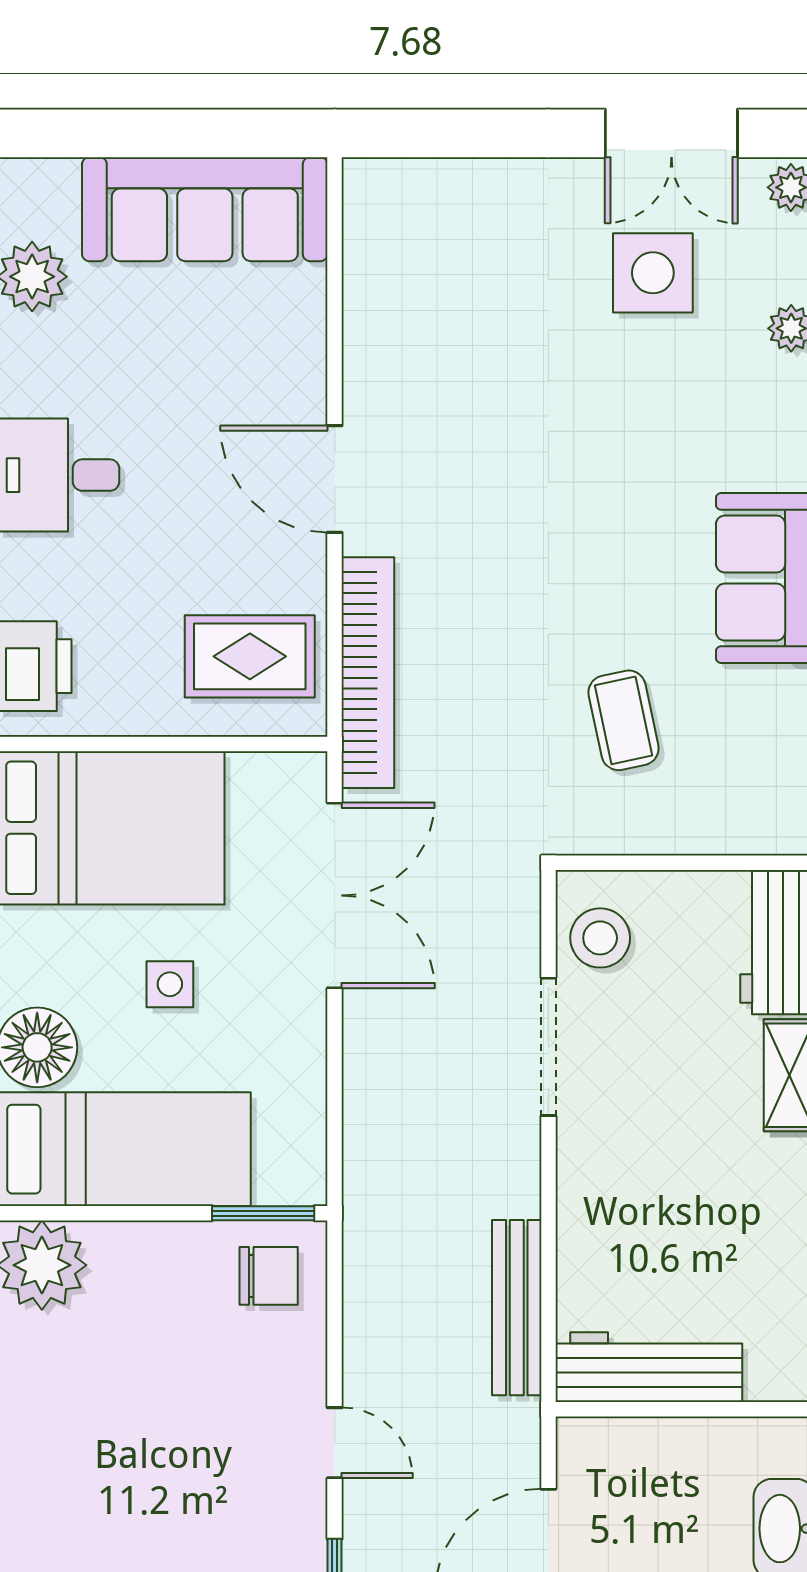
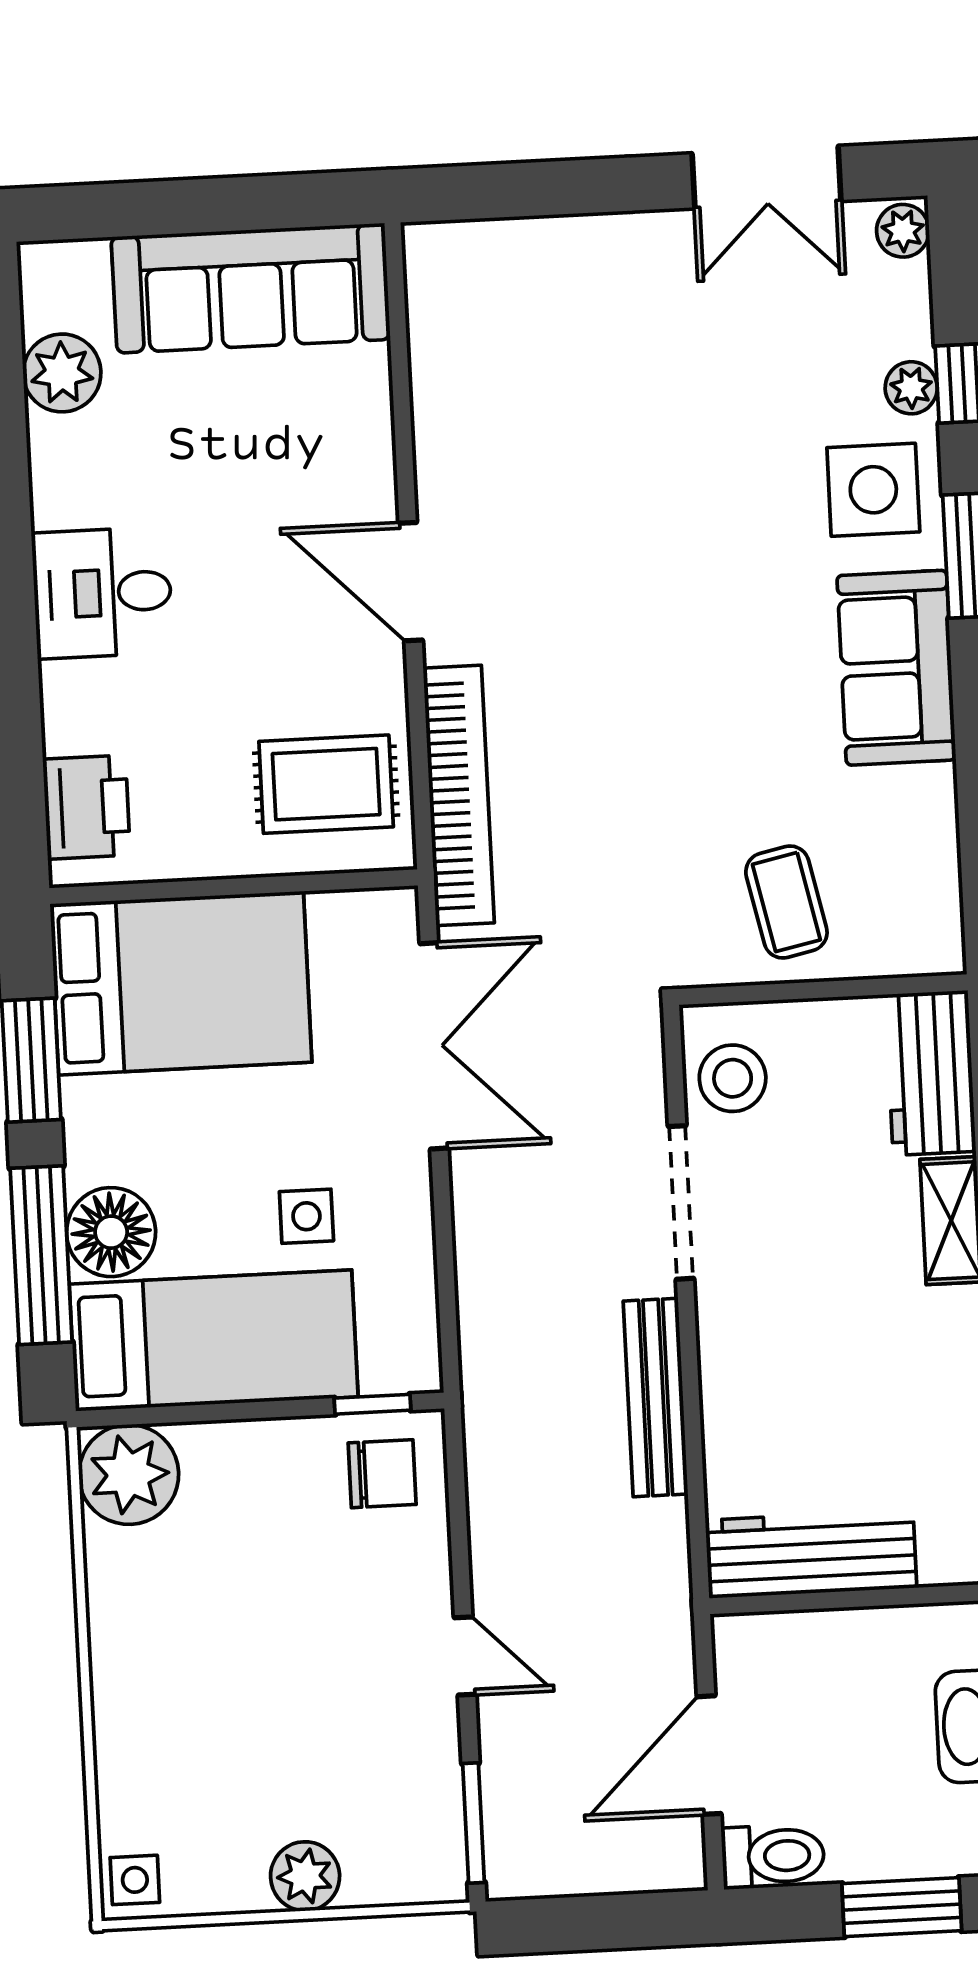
side table: (653, 273) -> (873, 490), moved
coffee table: (624, 720) -> (786, 902), moved
side table: (170, 984) -> (306, 1216), moved
window: (263, 1213) -> (373, 1404), width x0.67
bench: (517, 1308) -> (656, 1397), moved

